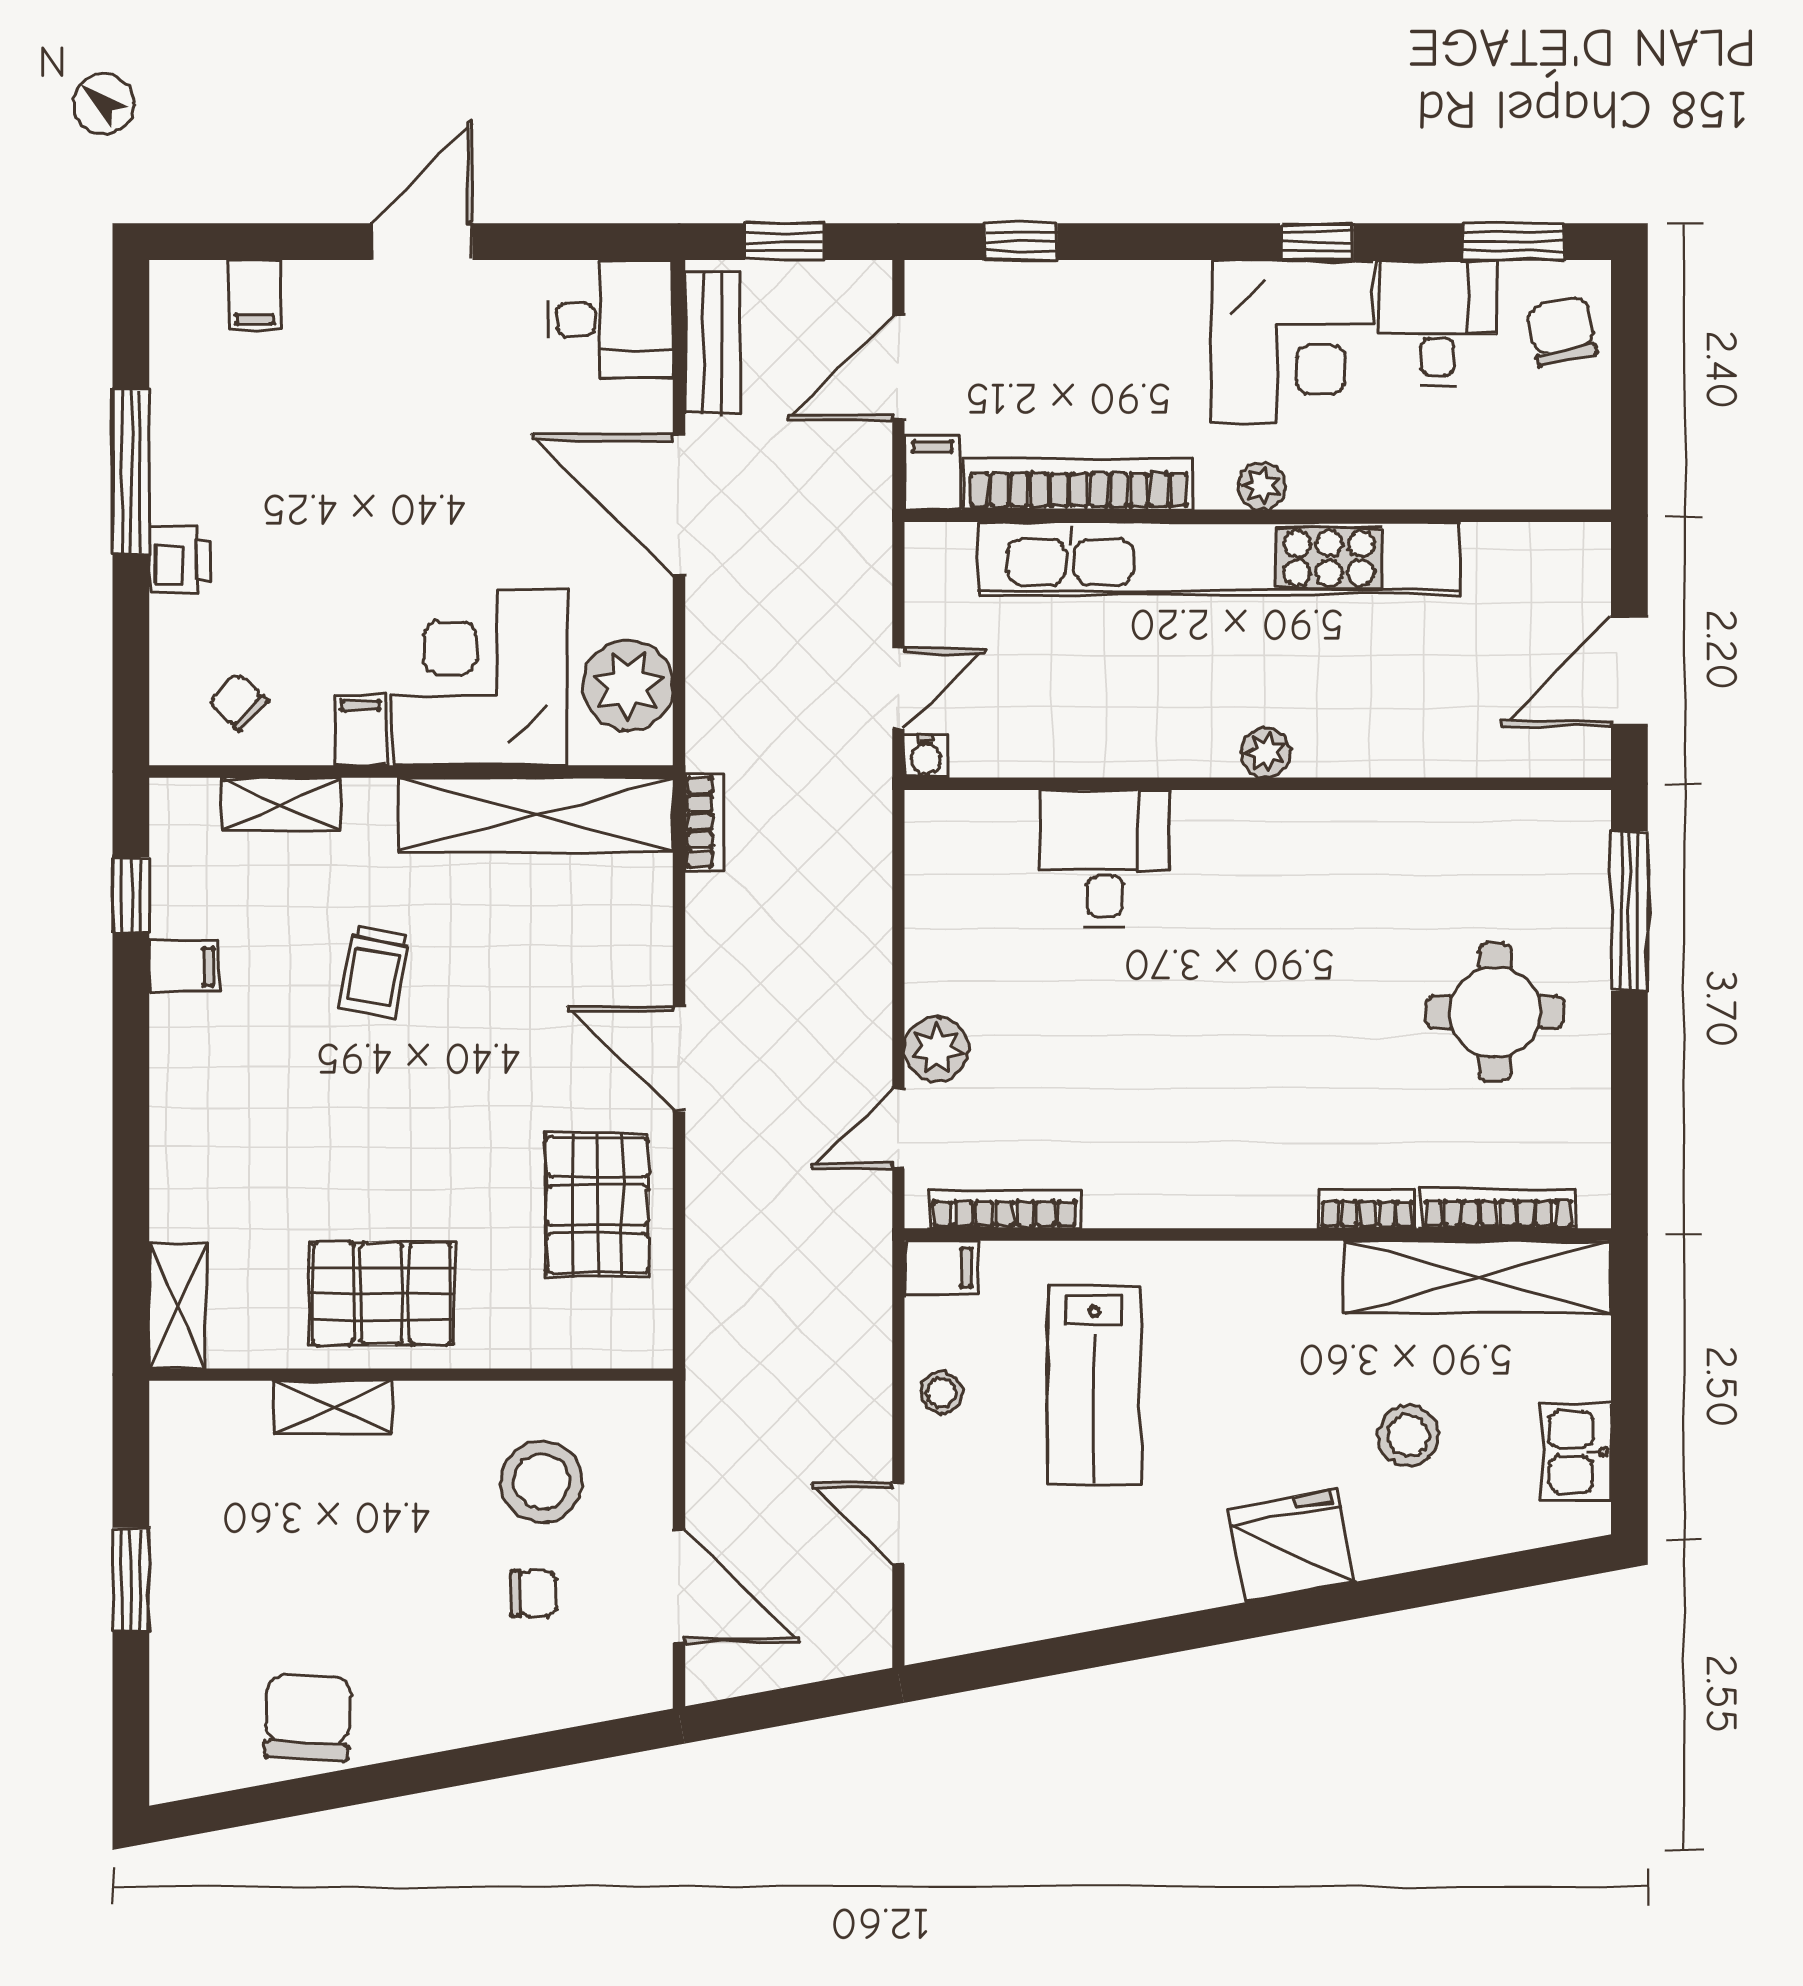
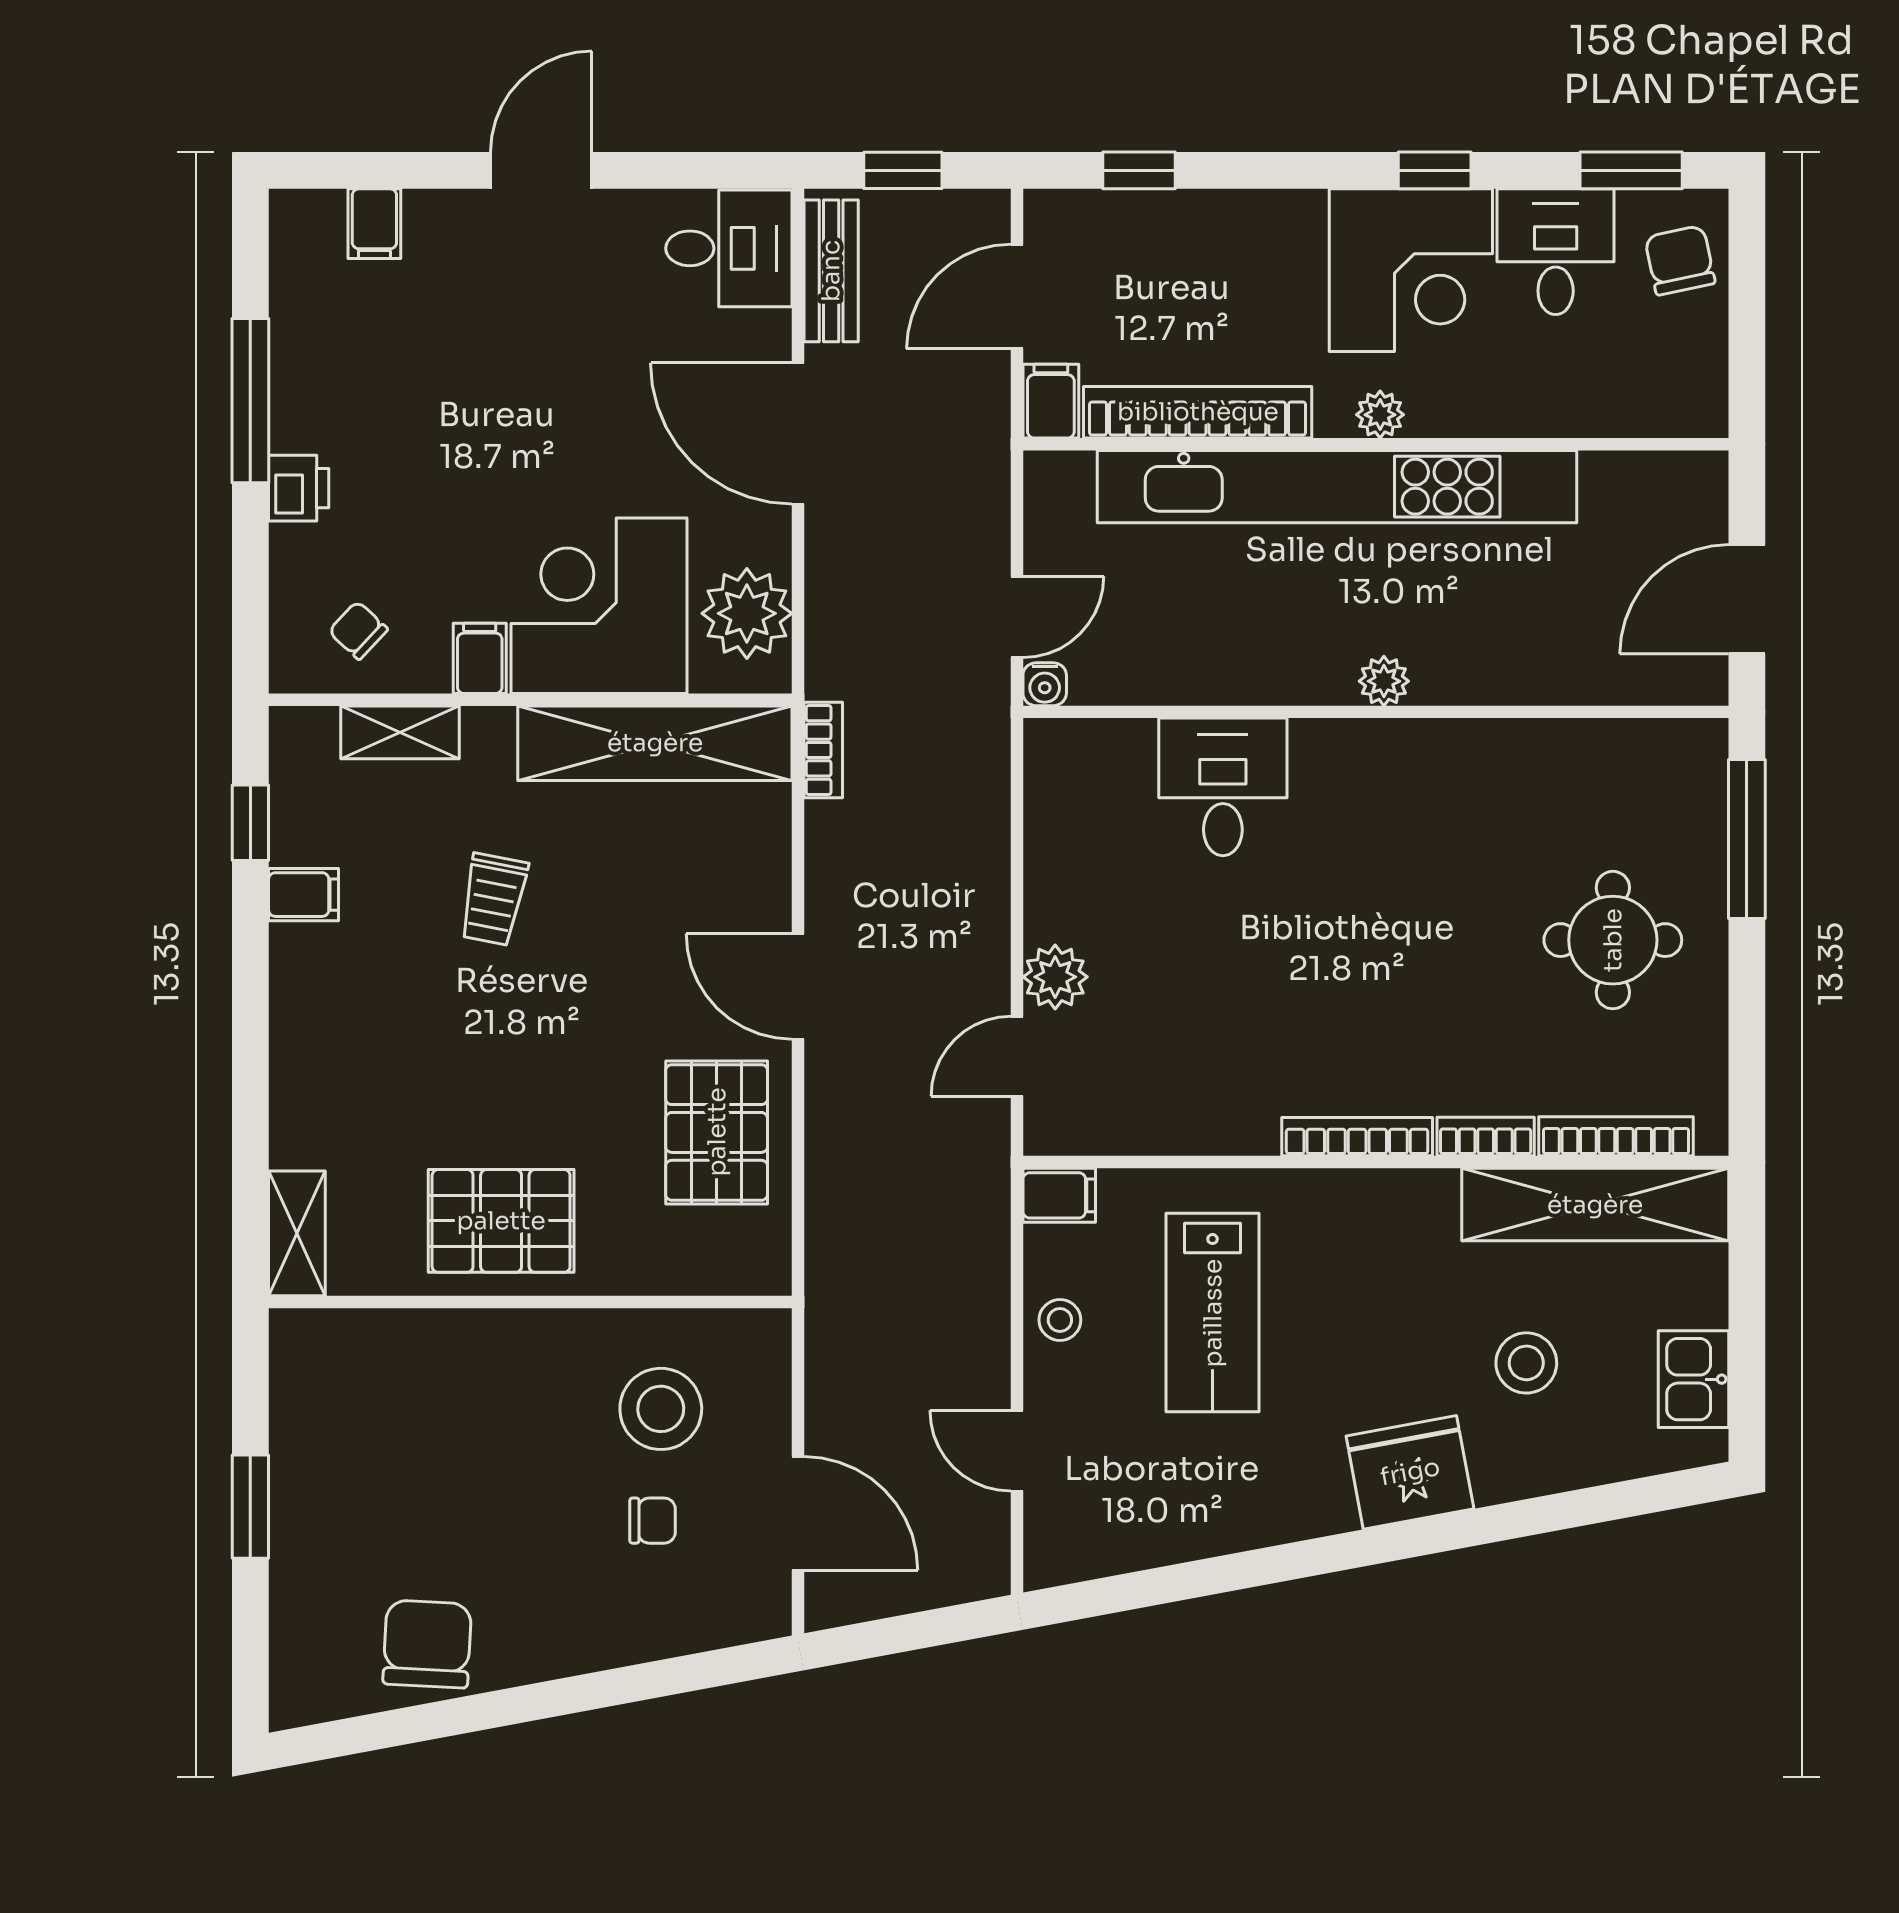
bookcase: (1005, 1209) -> (1357, 1137), moved
shelving: (334, 1407) -> (453, 1335), removed

